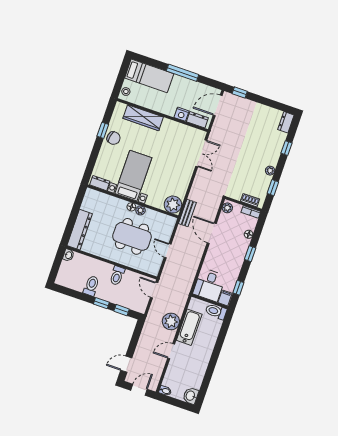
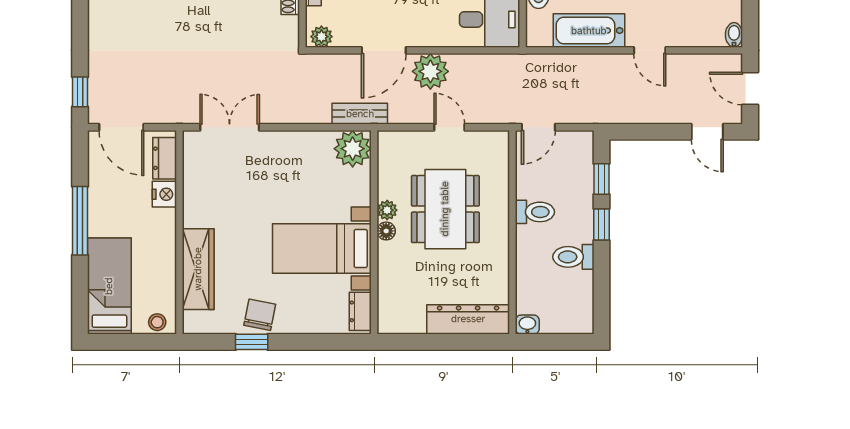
door: (168, 251) -> (449, 127), swing flipped
plant: (171, 321) -> (430, 71), moved

